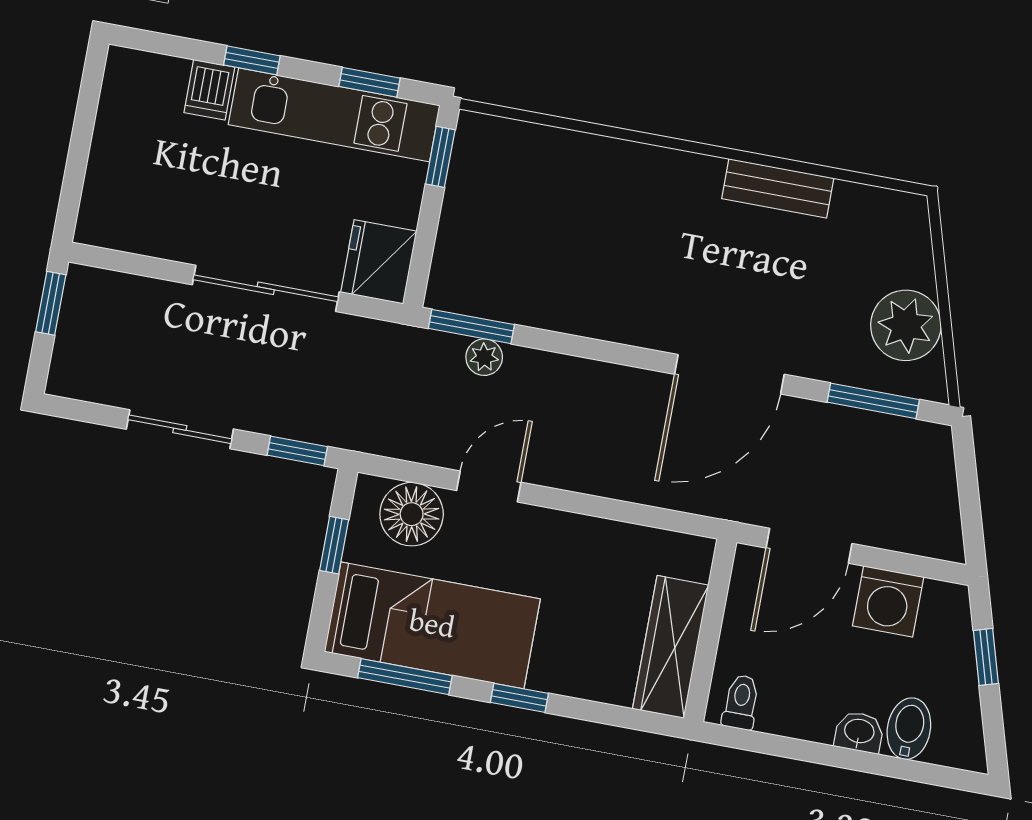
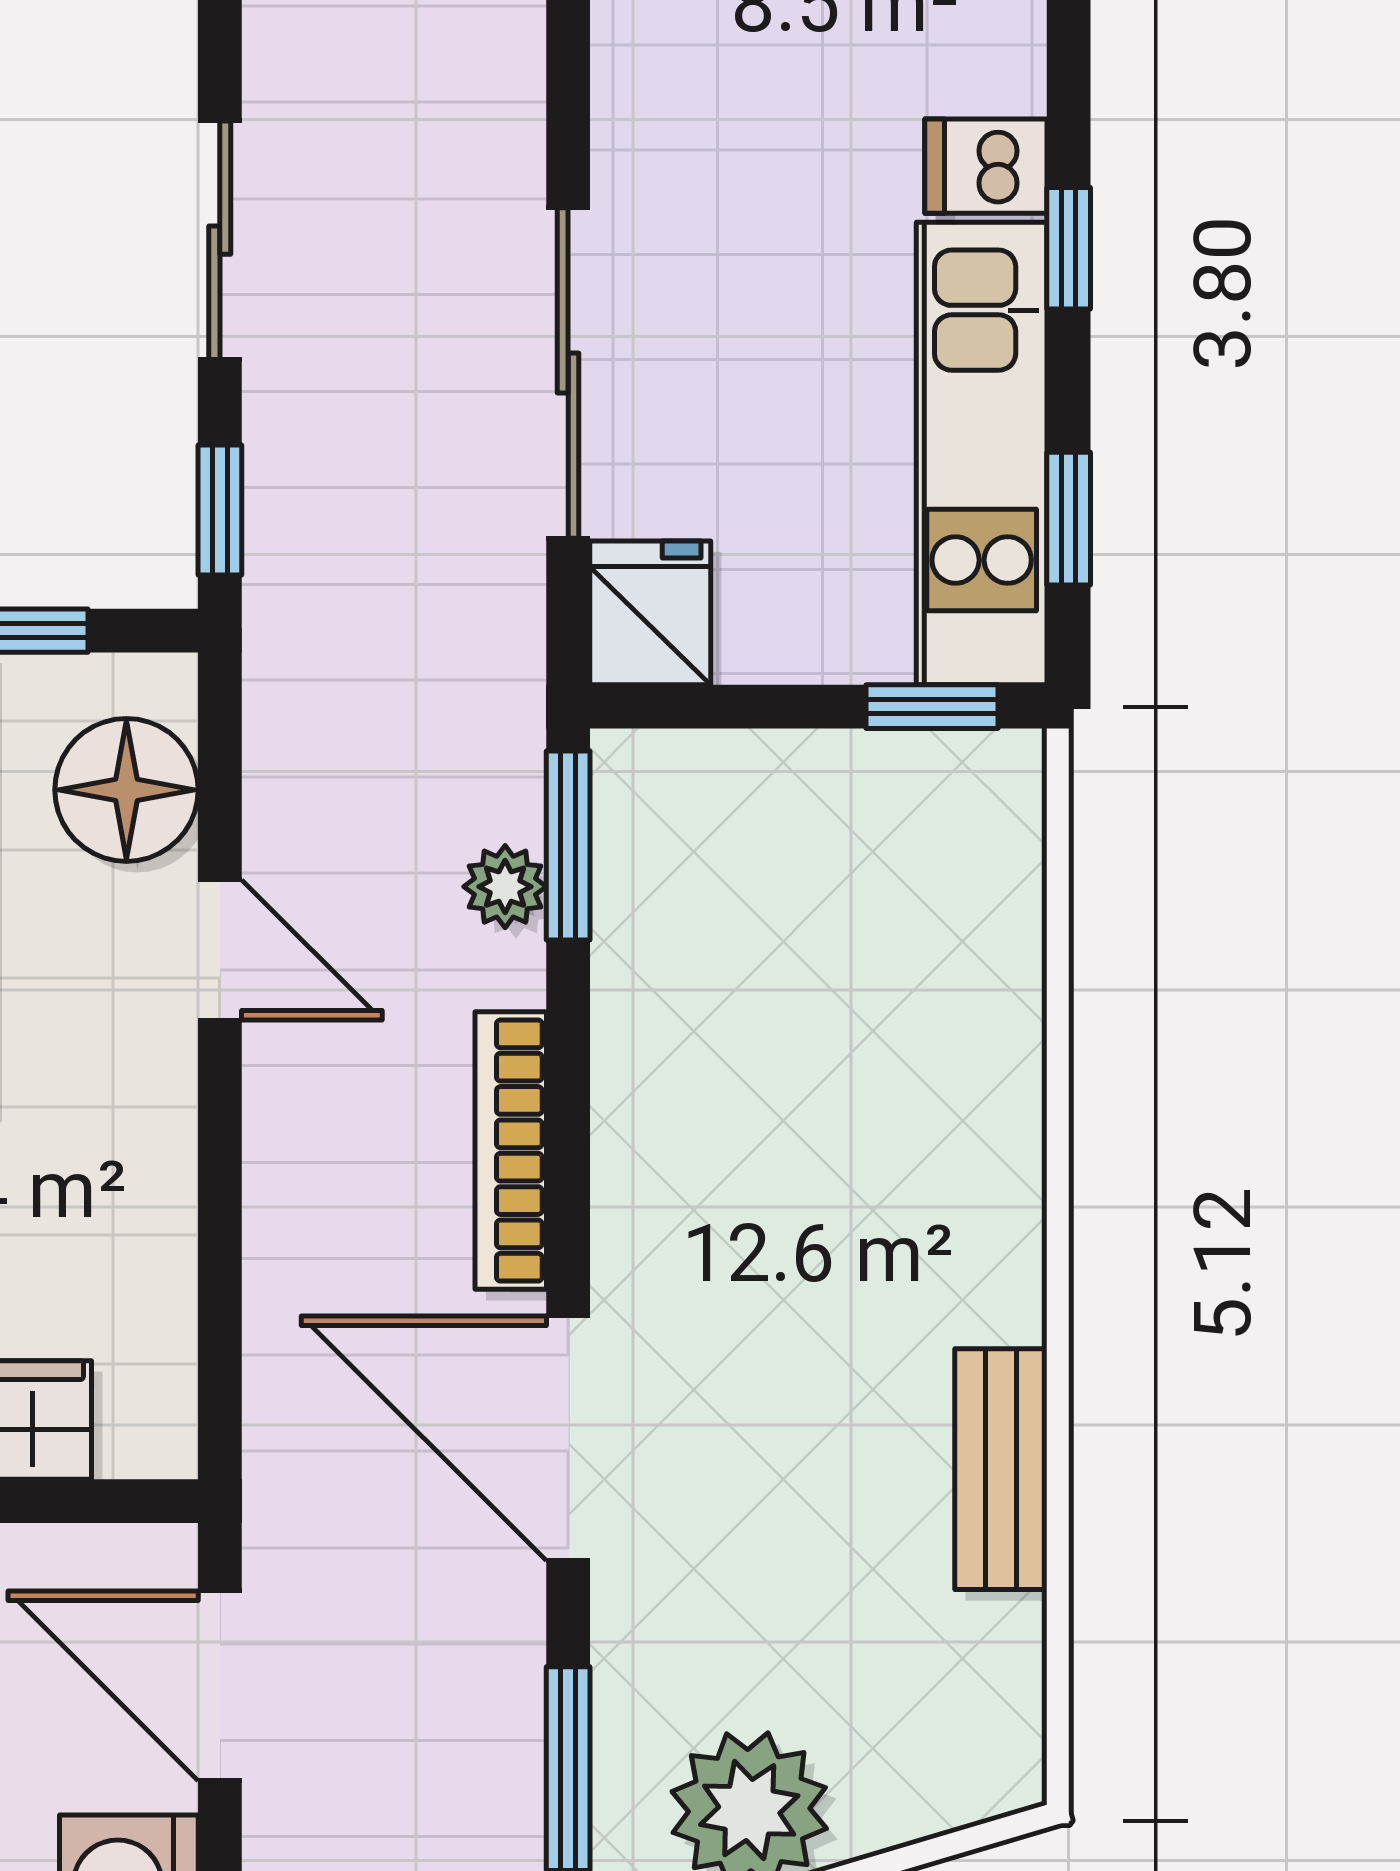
fridge: (379, 262) -> (650, 613), width x0.72
bookcase: (600, 376) -> (511, 1151), added

